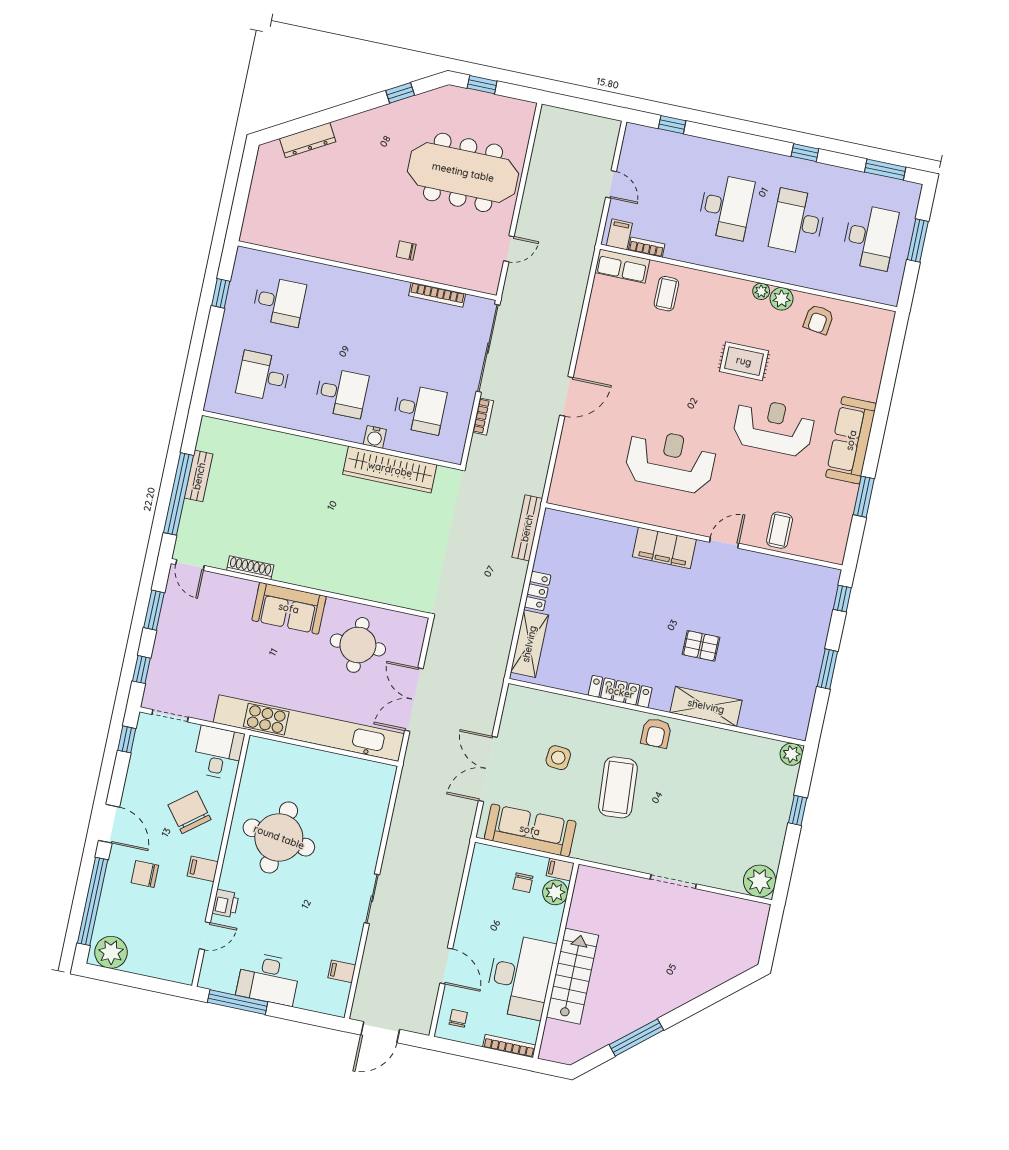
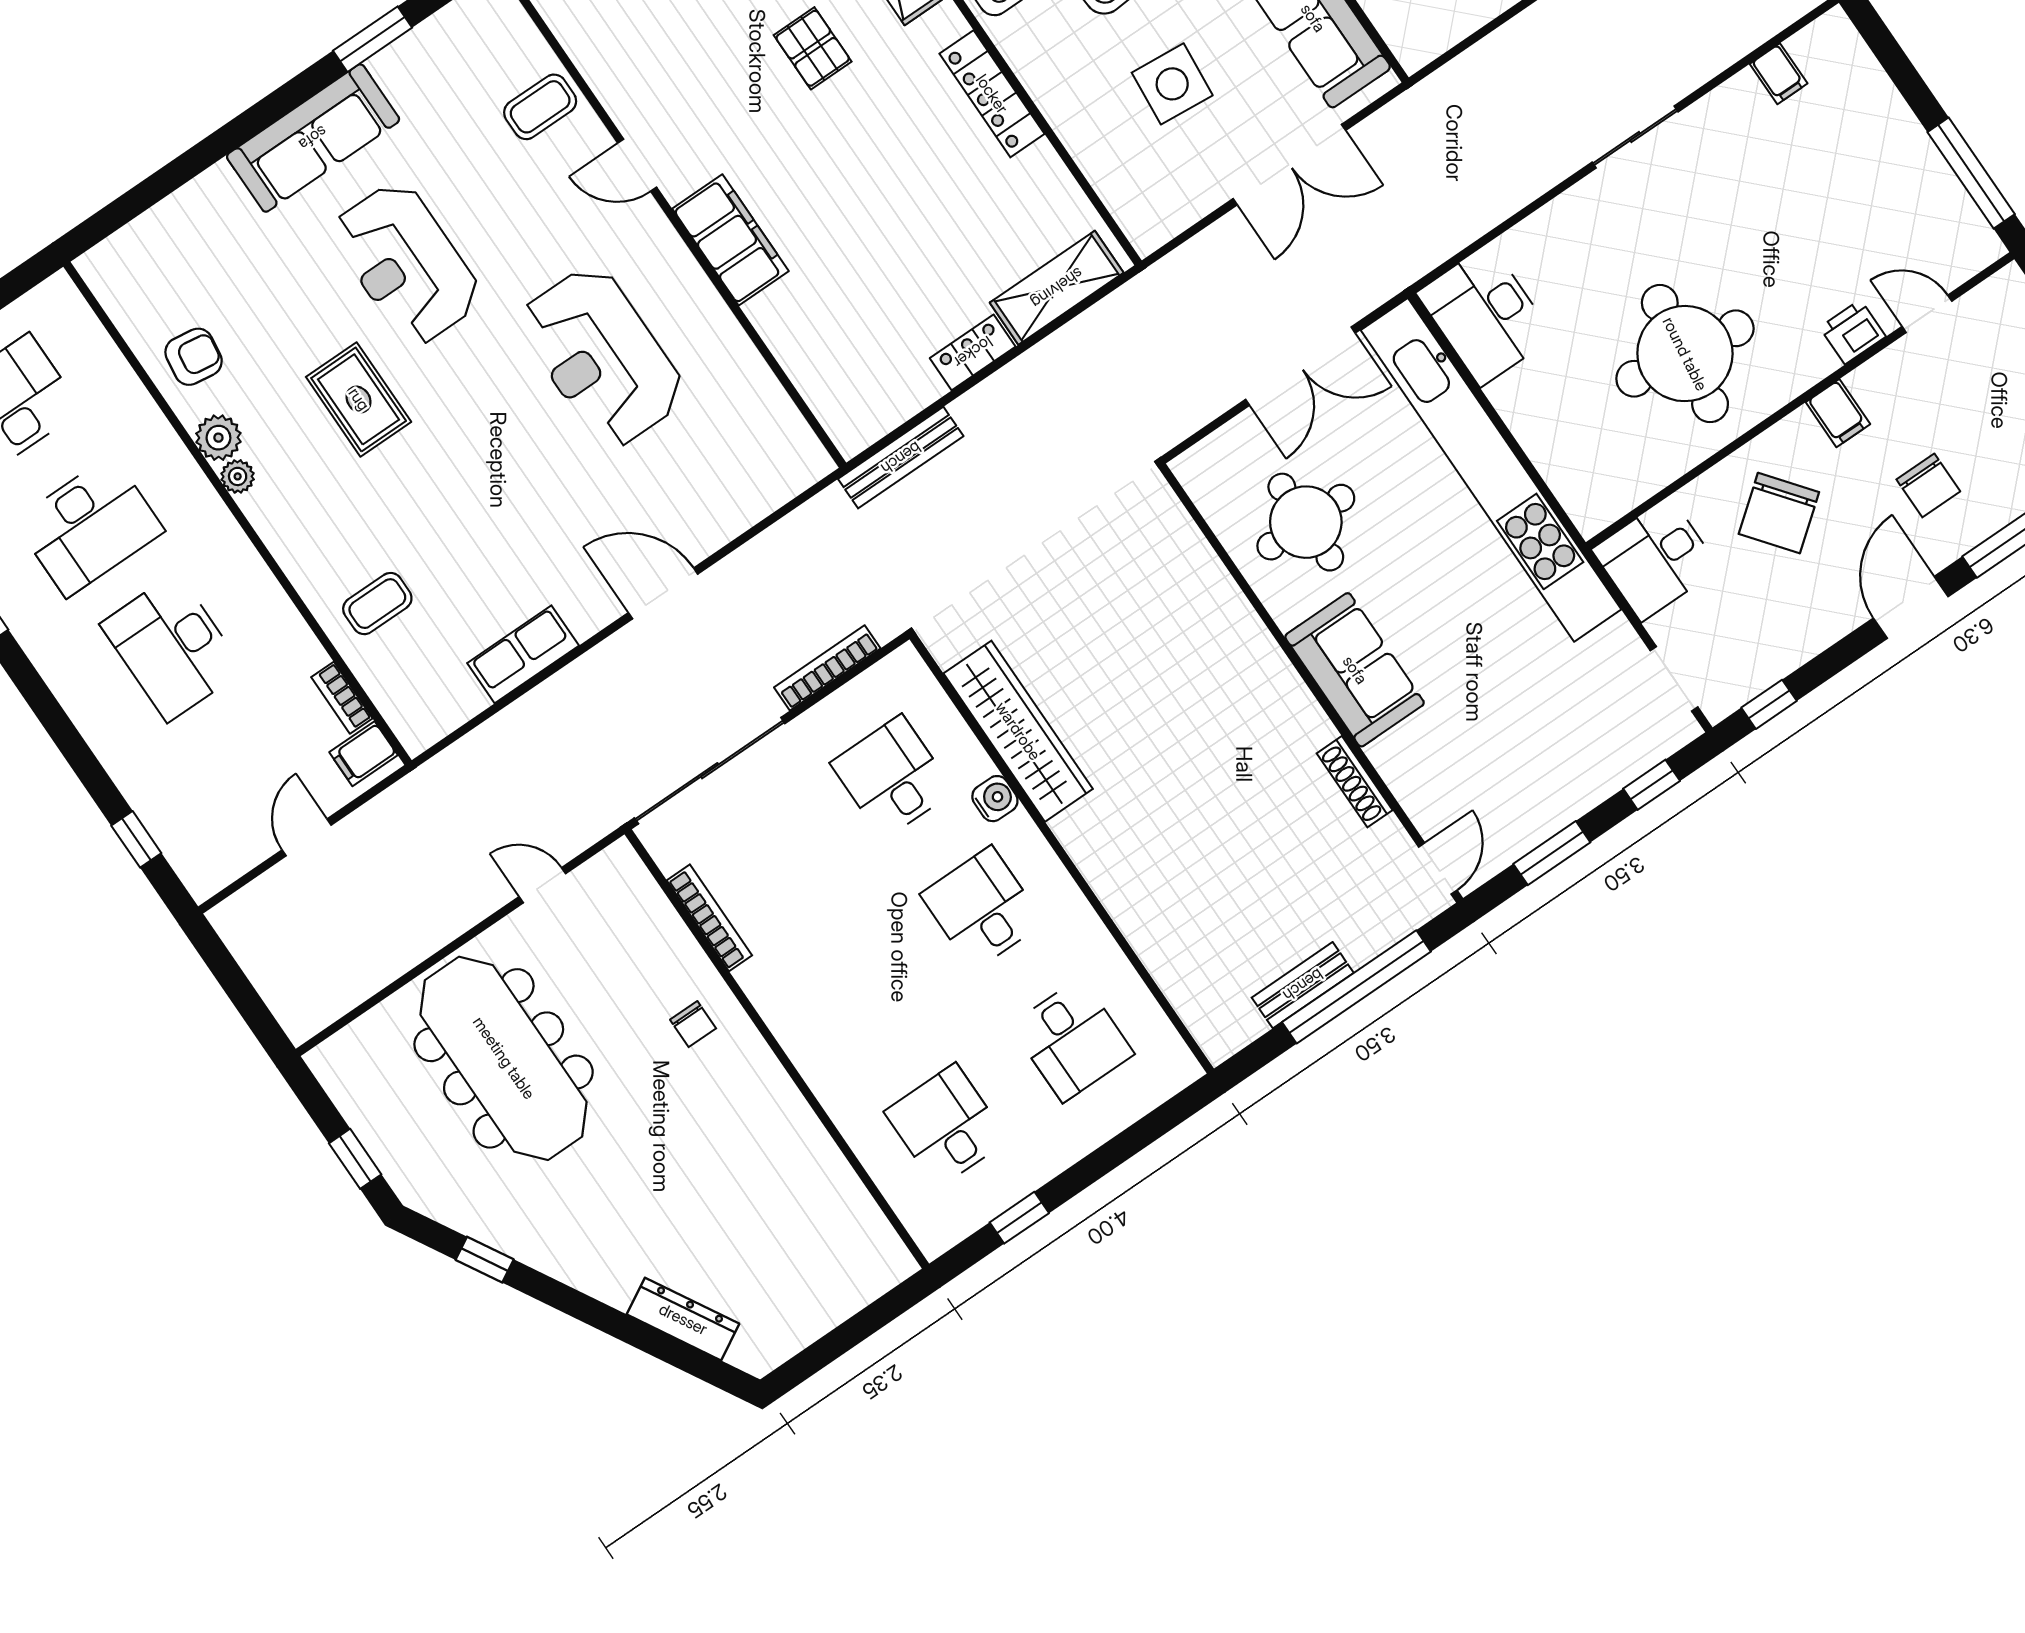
desk: (726, 207) -> (172, 647), turned -90
row of seats: (622, 266) -> (523, 654), moved, turned -90
bookcase: (483, 417) -> (827, 668), width x1.56
side table: (558, 758) -> (1172, 84), width x1.37, depth x1.37
desk: (268, 979) -> (1485, 315), moved, turned 180

